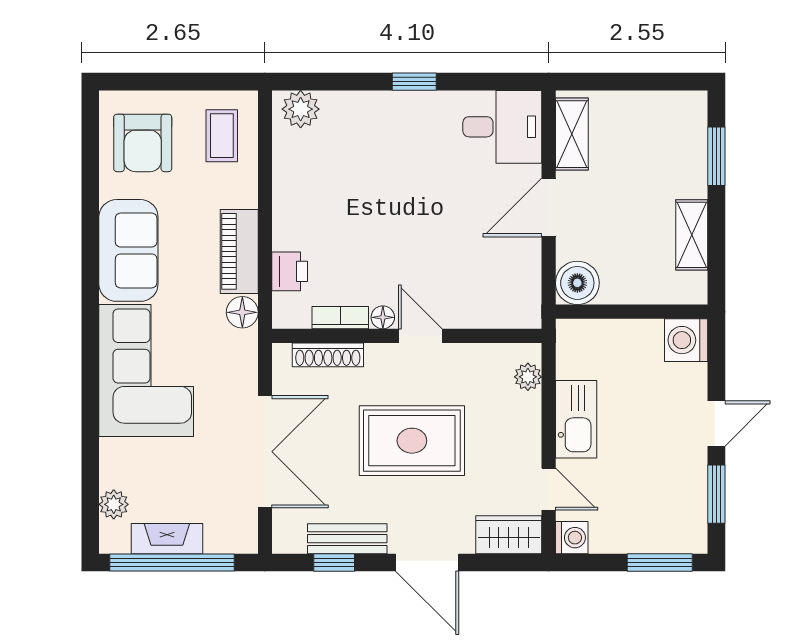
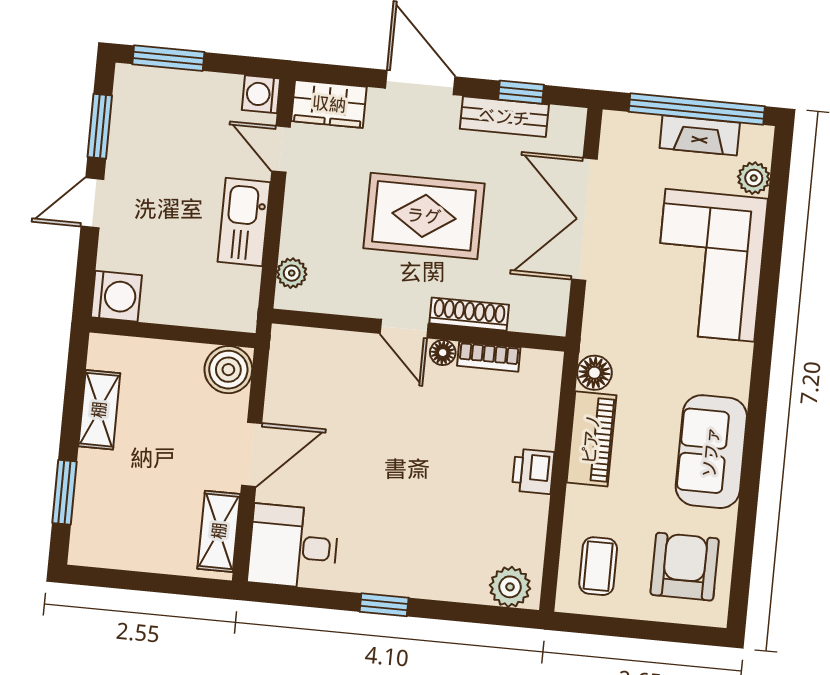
printer: (290, 271) -> (533, 471), moved
shoe rack: (328, 355) -> (469, 314), moved
corner sofa: (146, 370) -> (710, 265), moved

